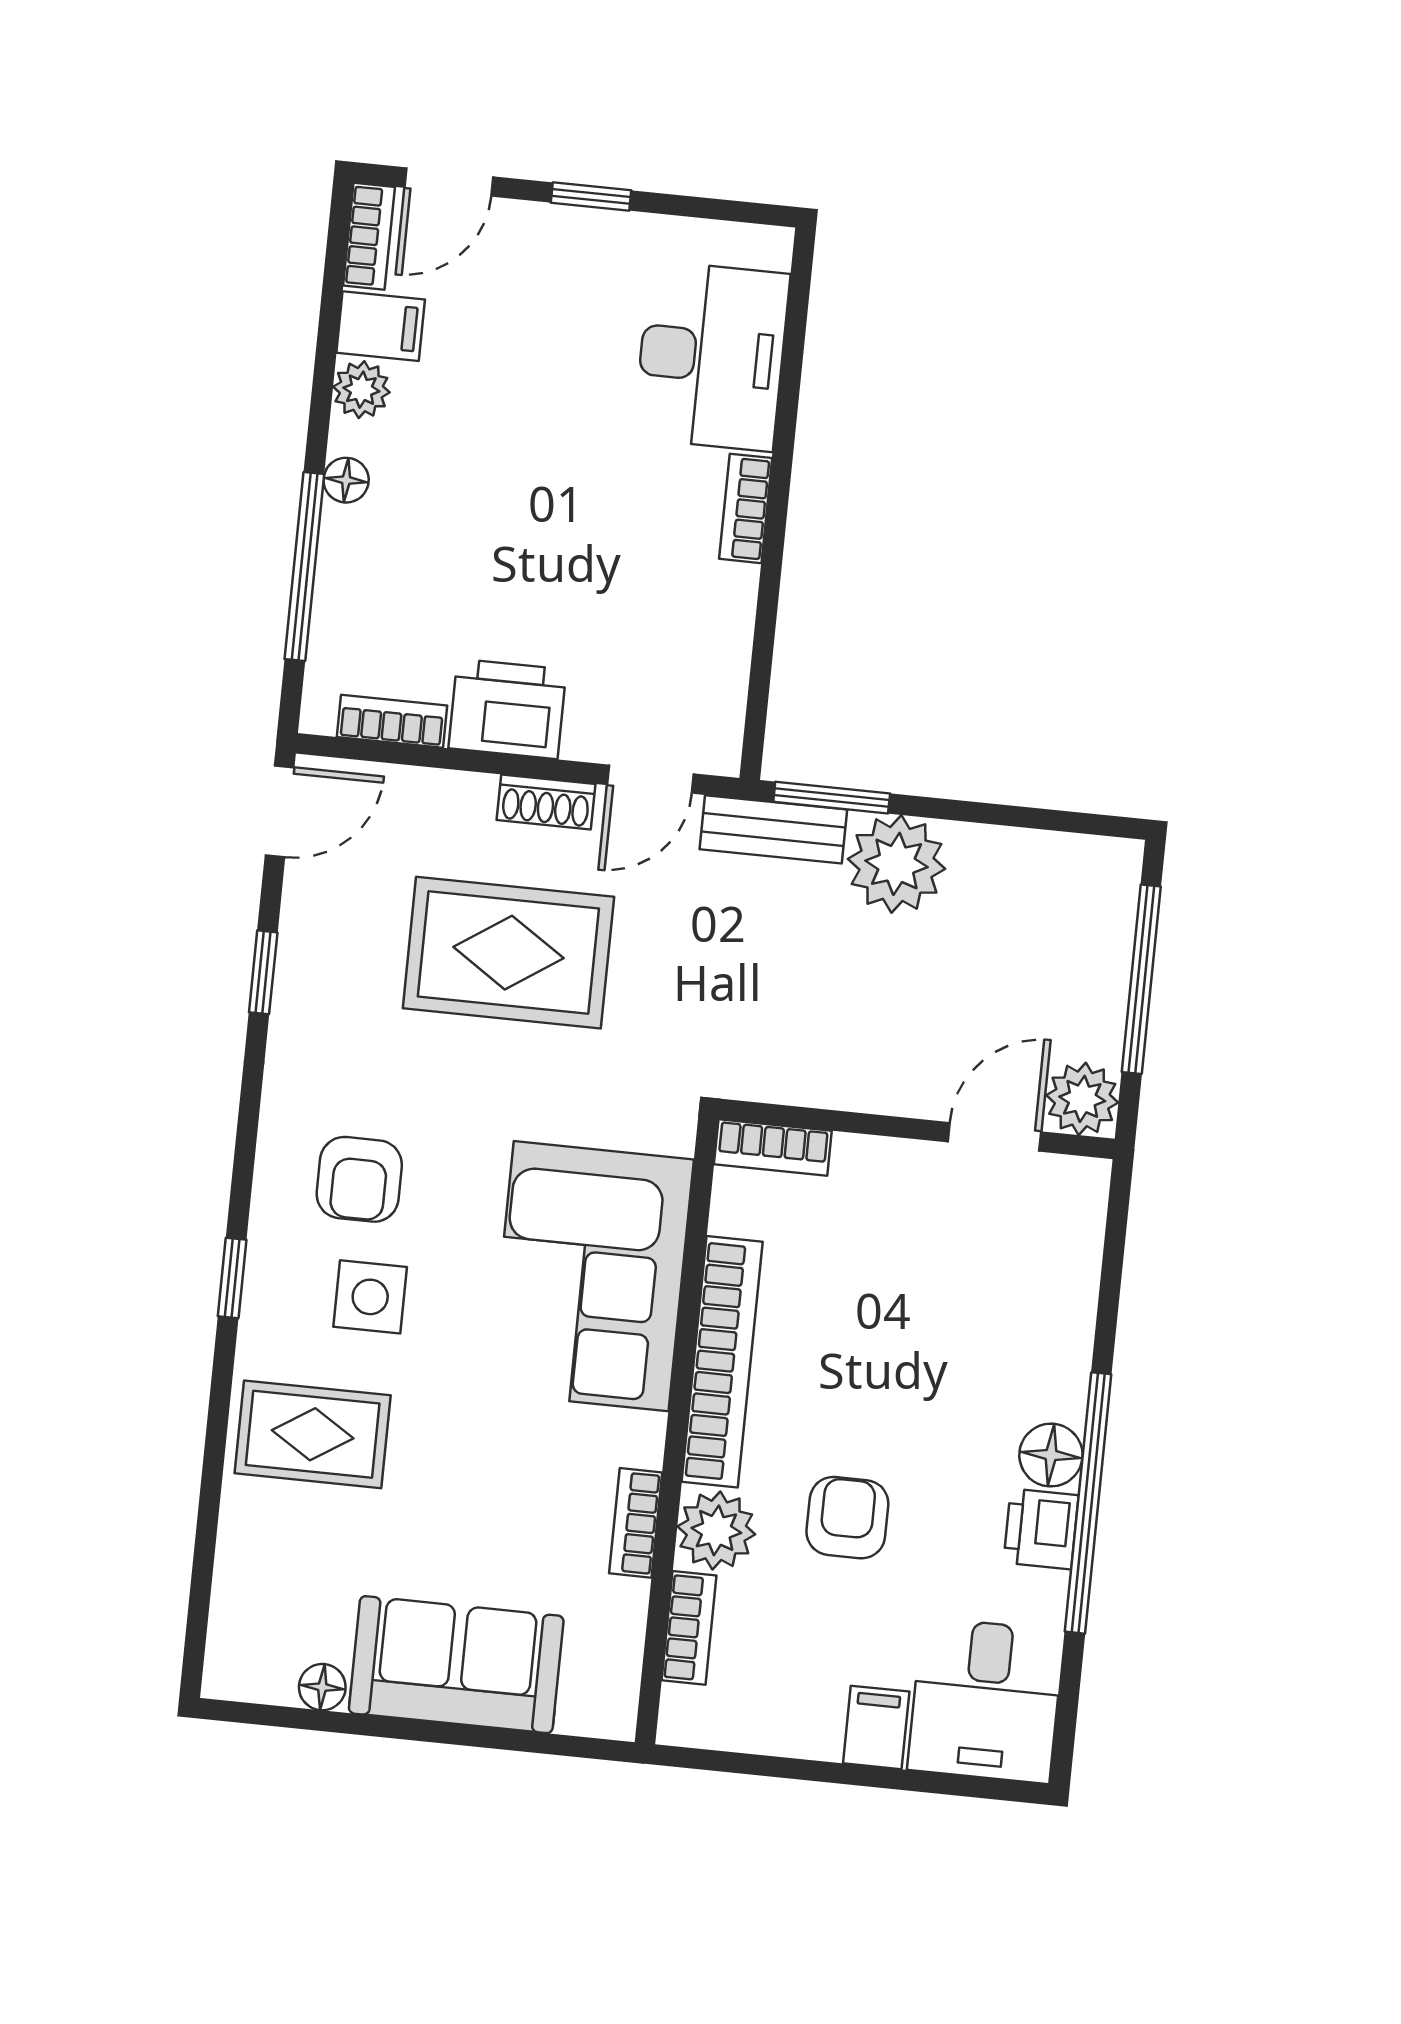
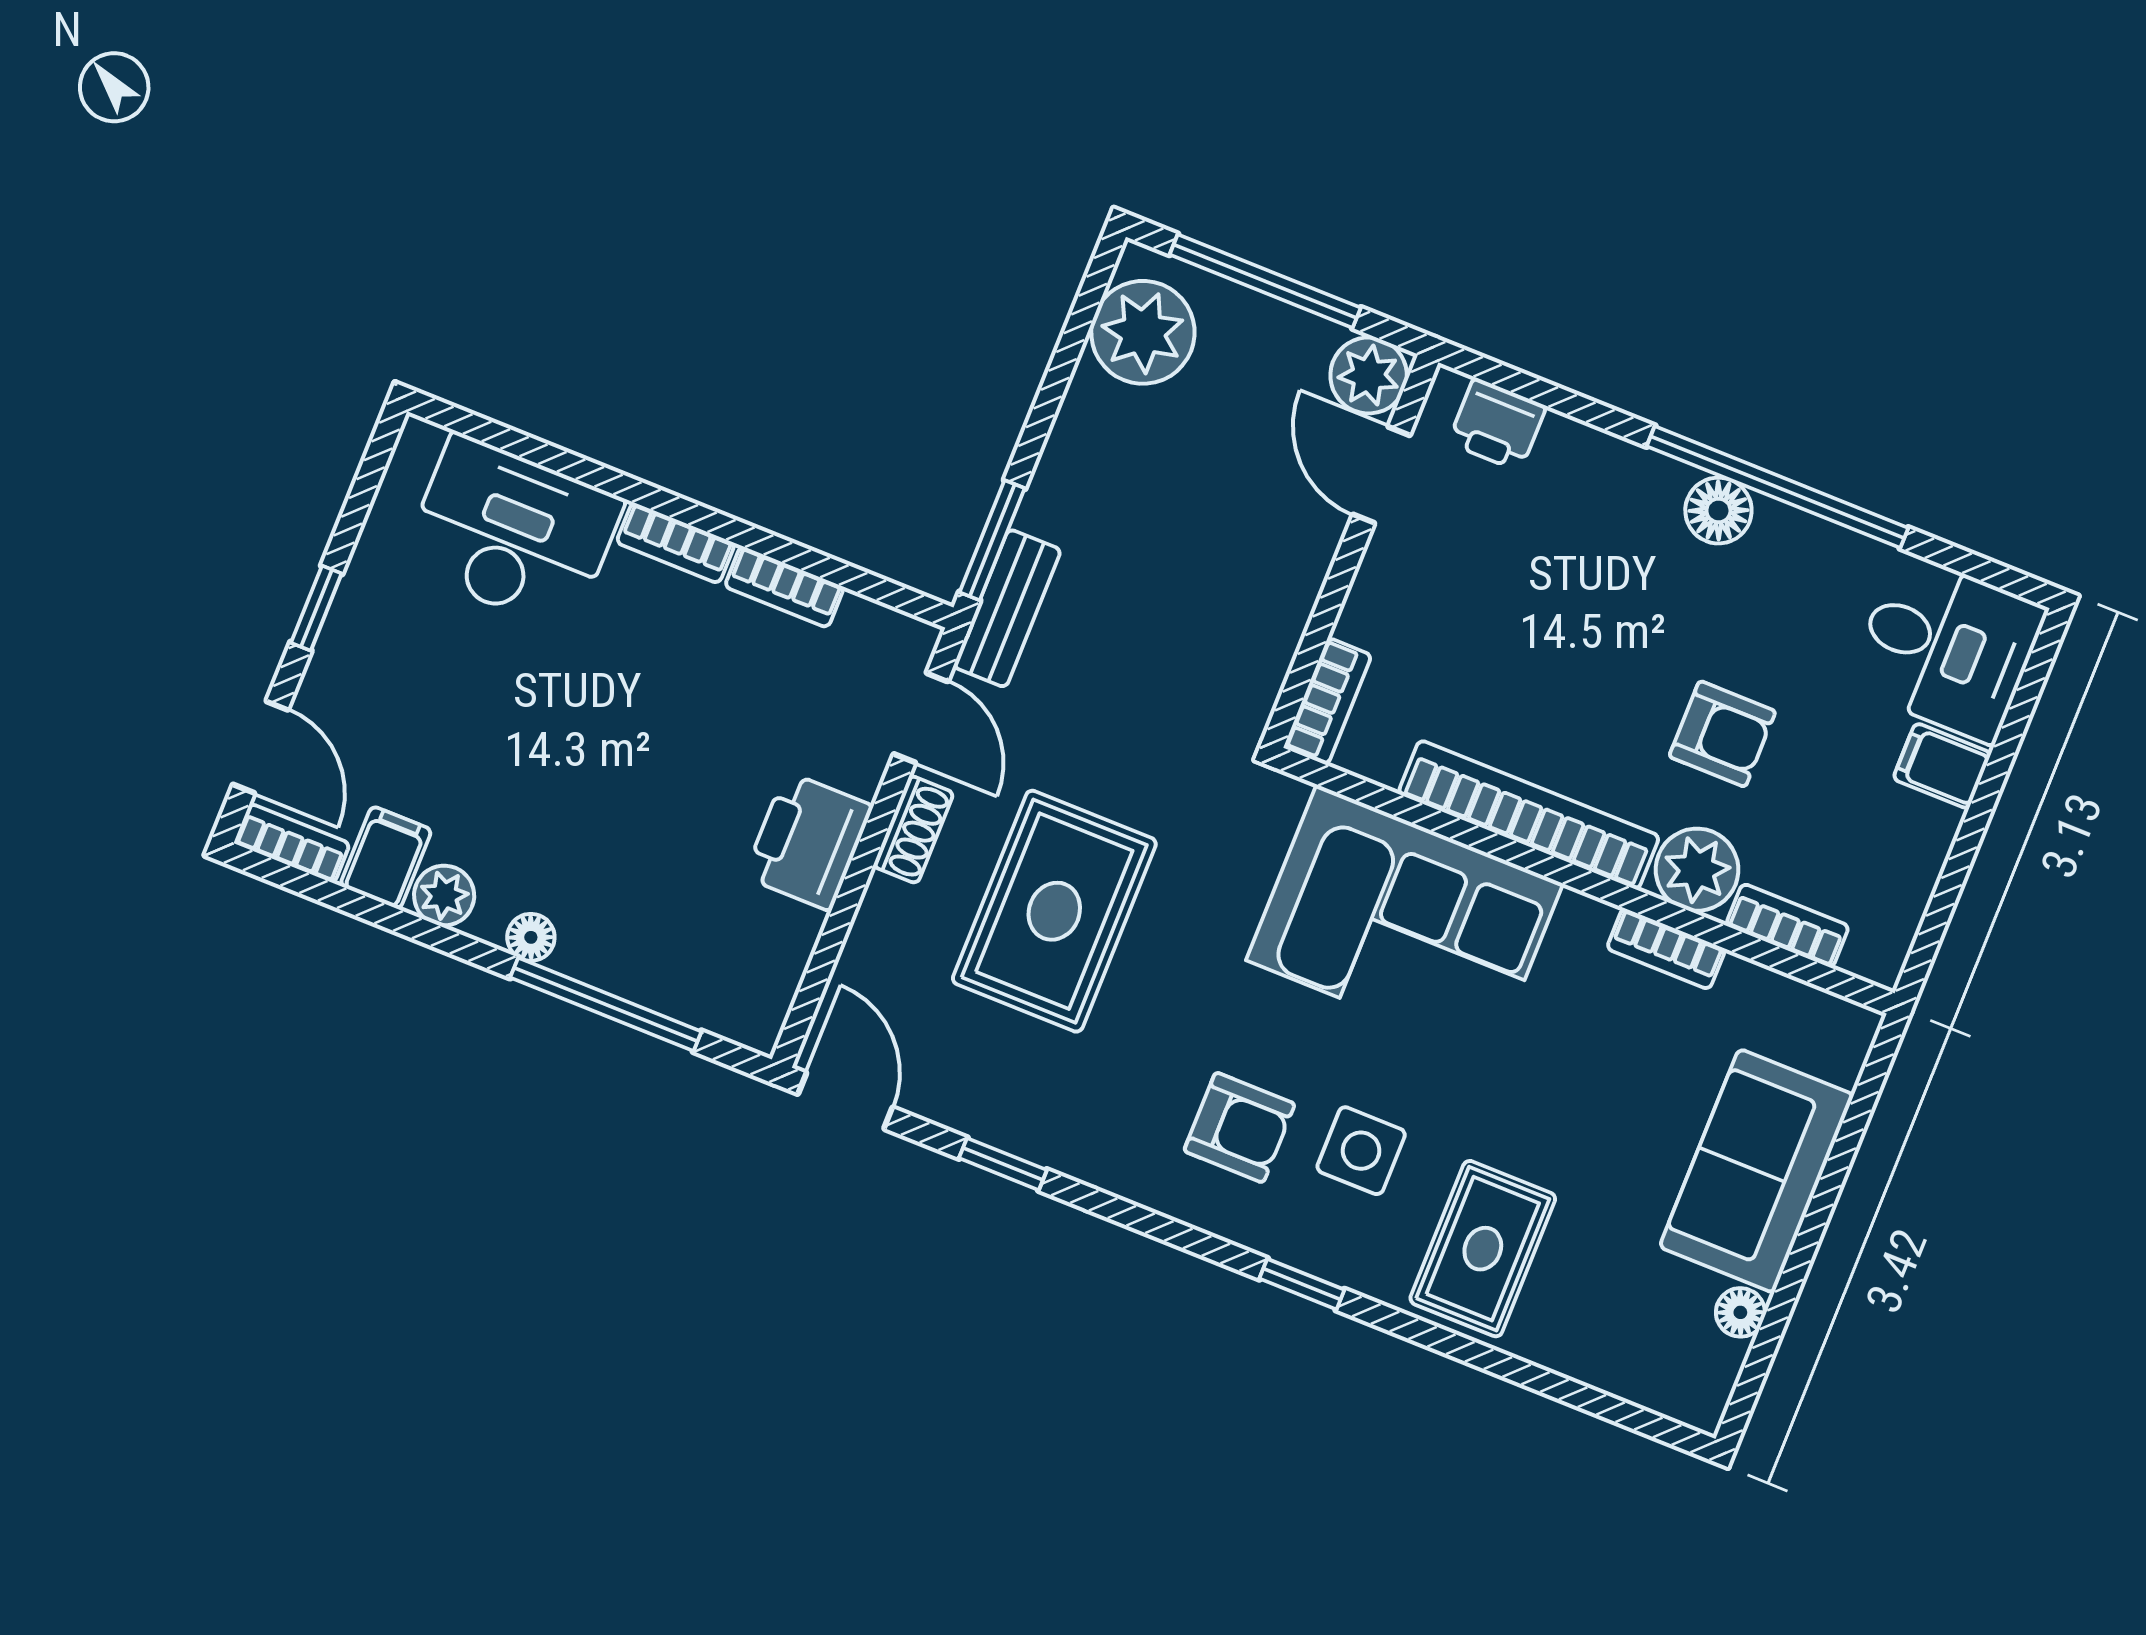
bookcase: (392, 721) -> (784, 587), moved, turned -90
plant: (896, 864) -> (1143, 332), moved
armchair: (847, 1518) -> (1722, 734), turned 180
printer: (1041, 1529) -> (1497, 424), moved

